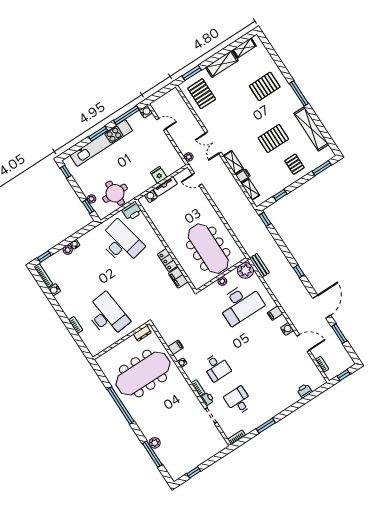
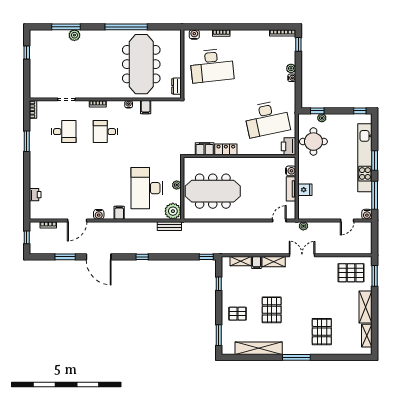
water cooler: (54, 290) -> (194, 34), moved
printer: (207, 399) -> (83, 106), removed

